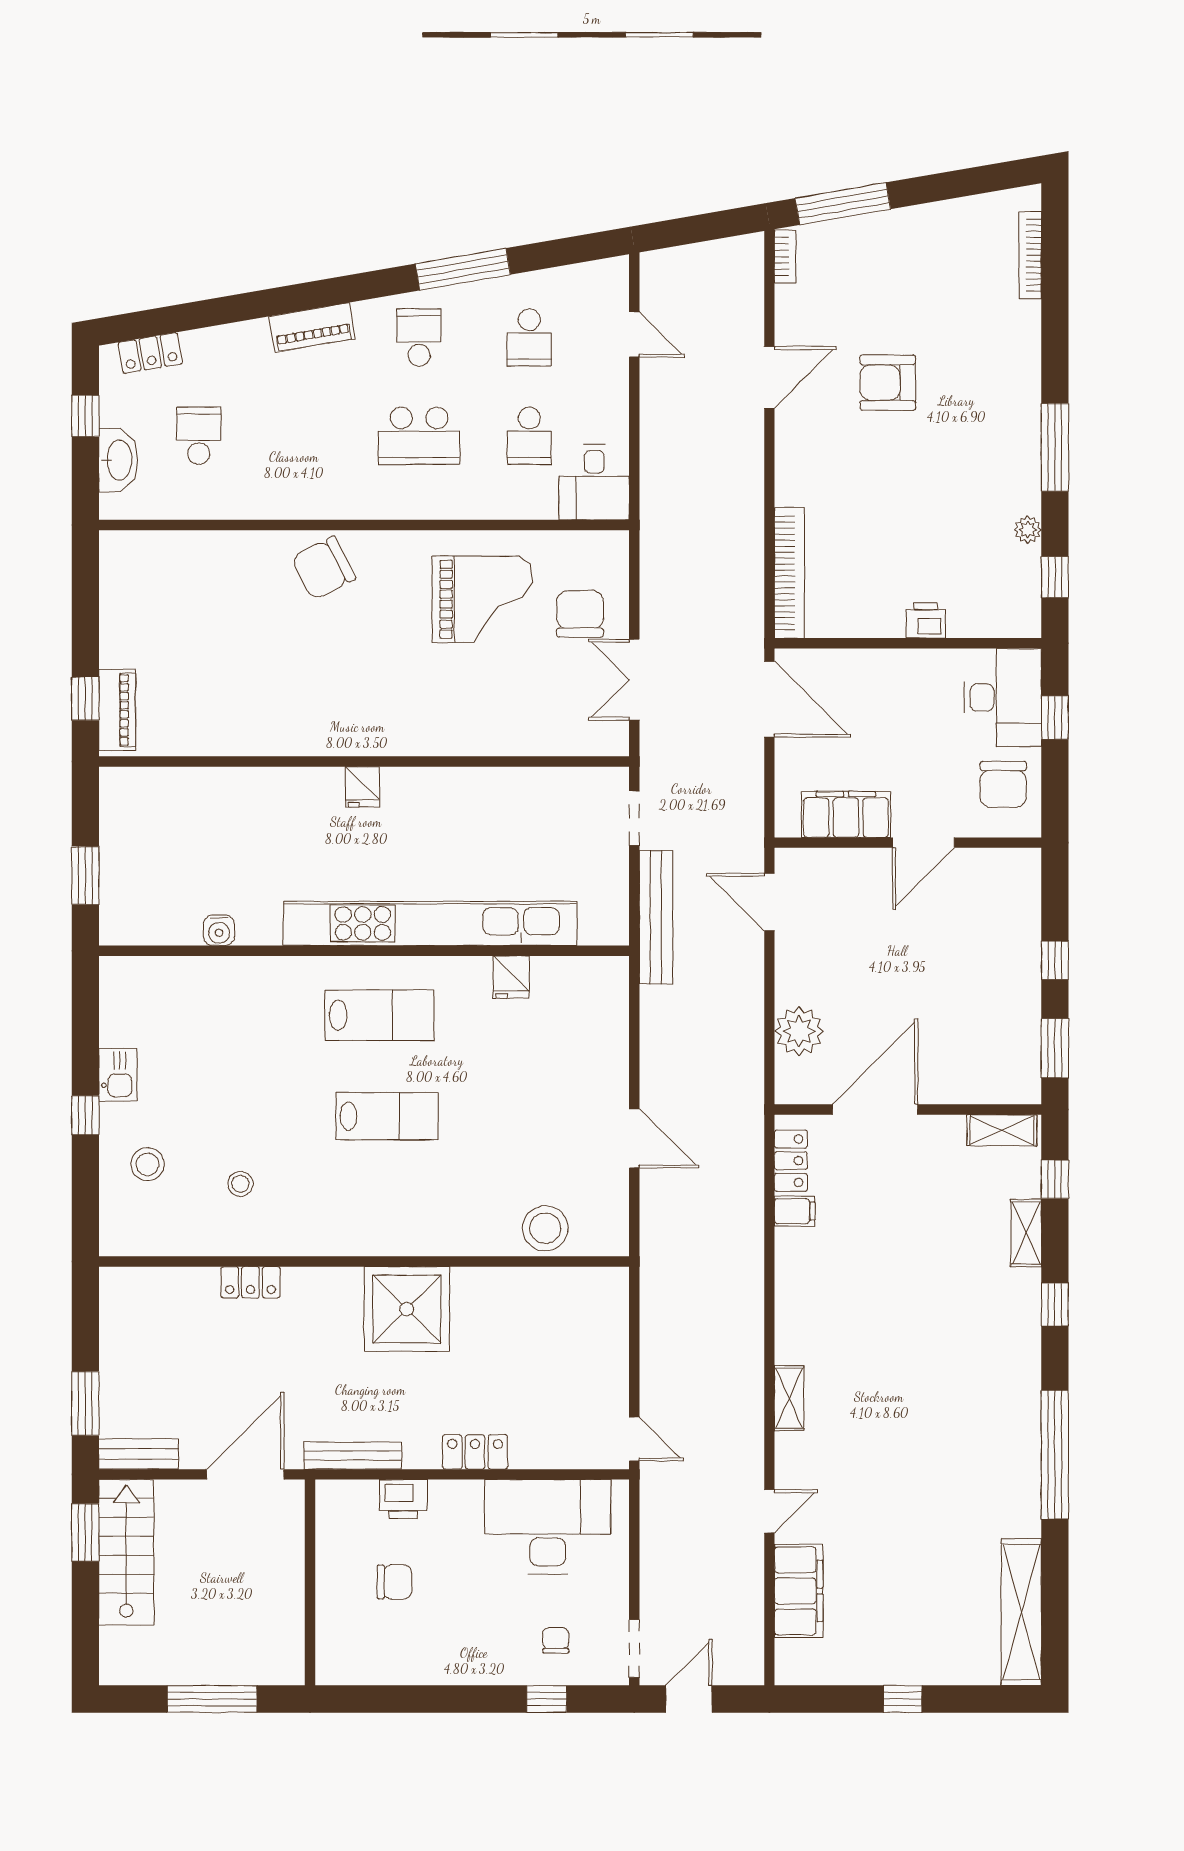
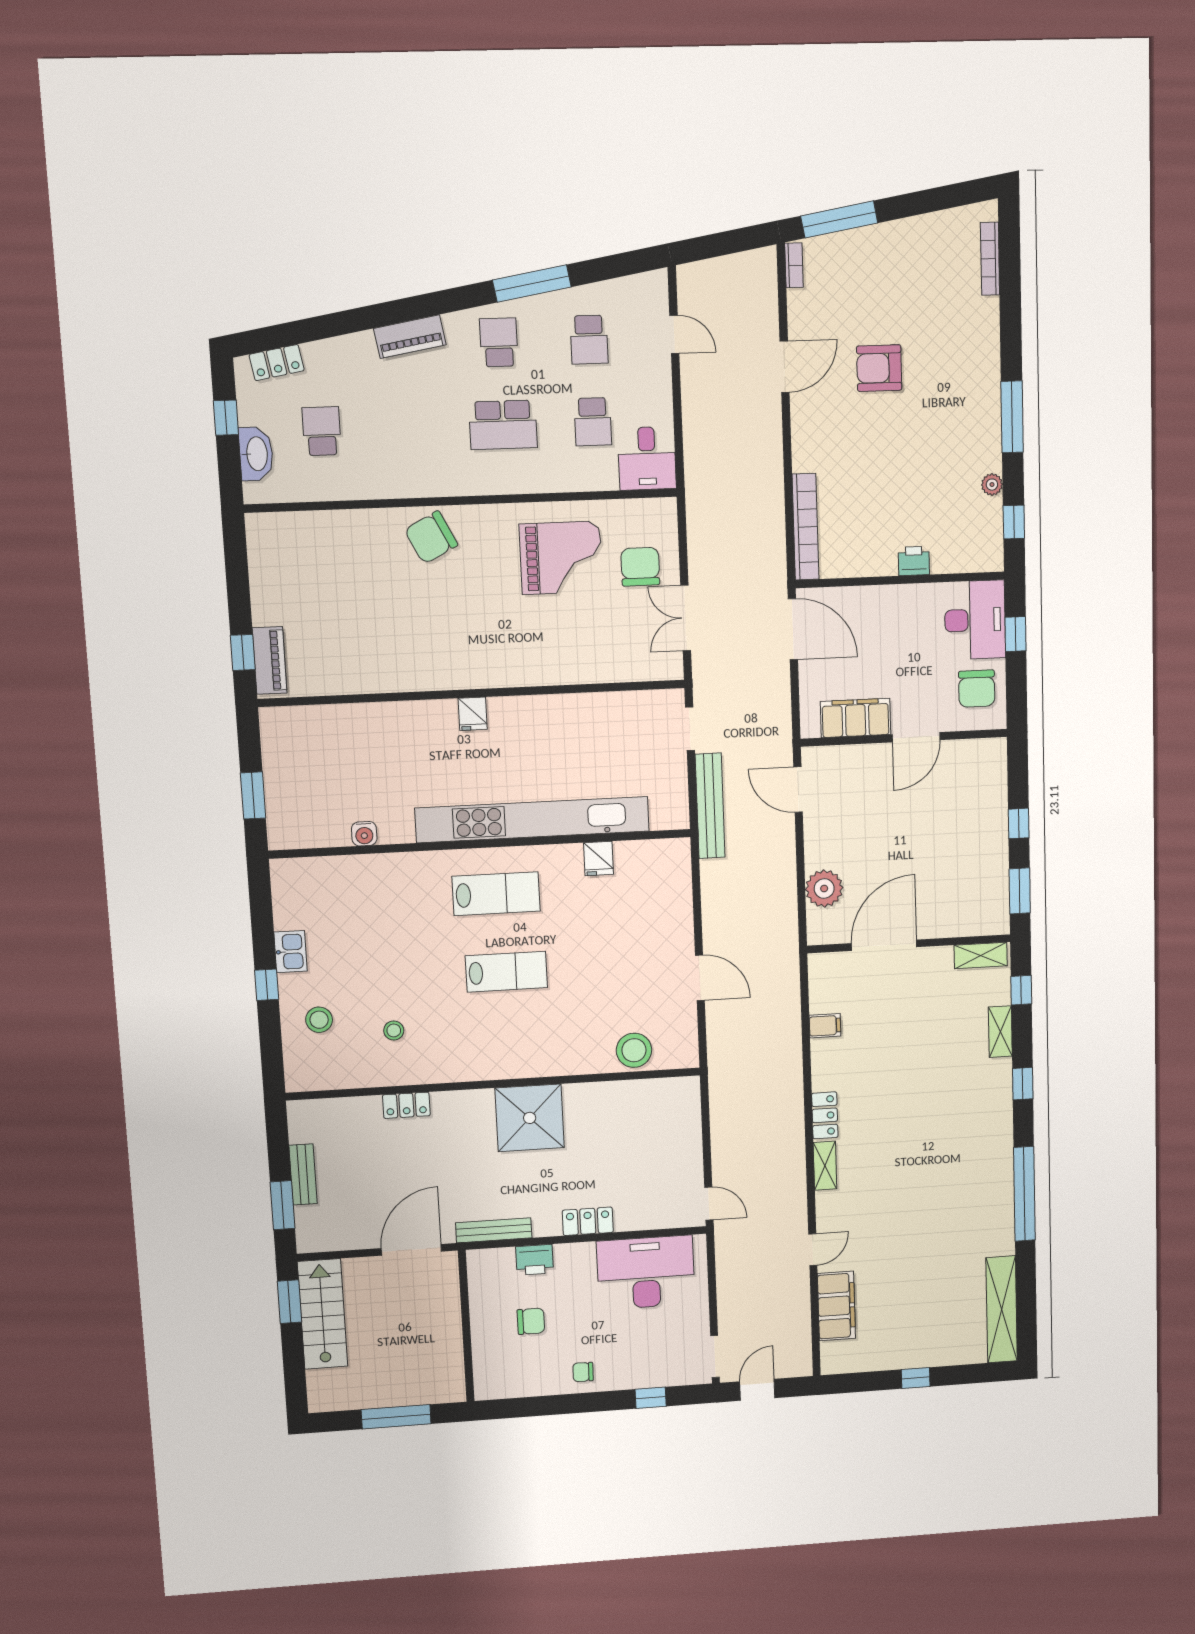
locker: (791, 1161) -> (825, 1115), moved
bench: (139, 1454) -> (303, 1174), moved, turned 90
chair: (556, 1641) -> (583, 1372), moved, turned -89

